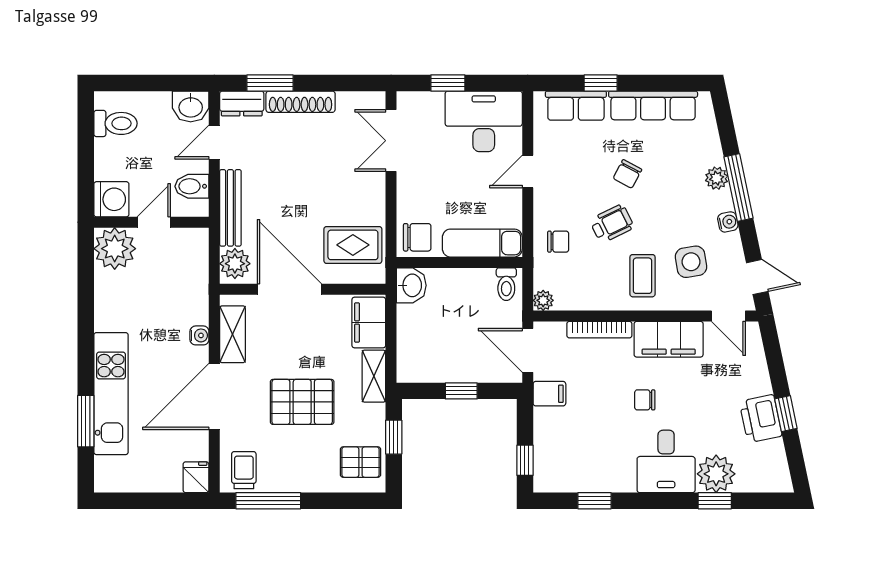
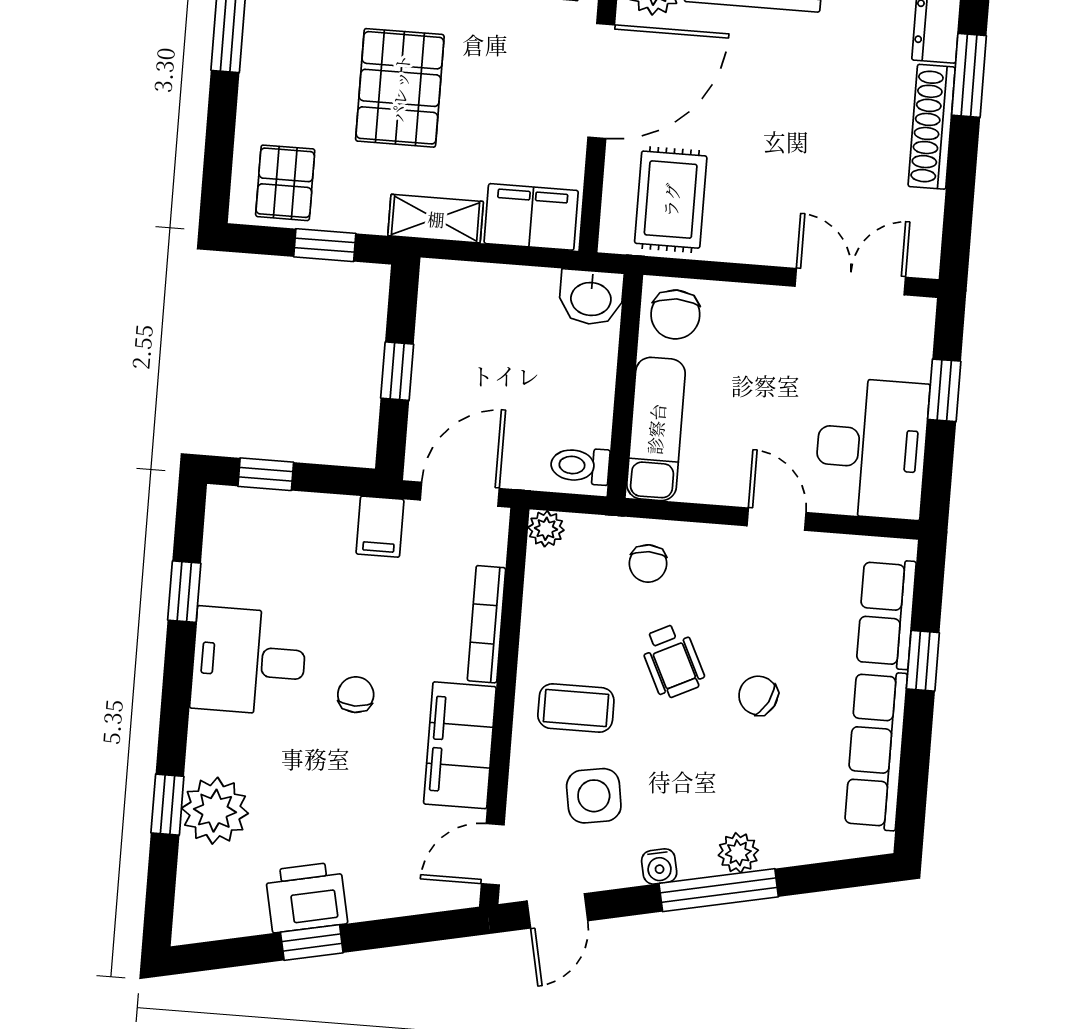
desk: (666, 461) -> (249, 661), moved

